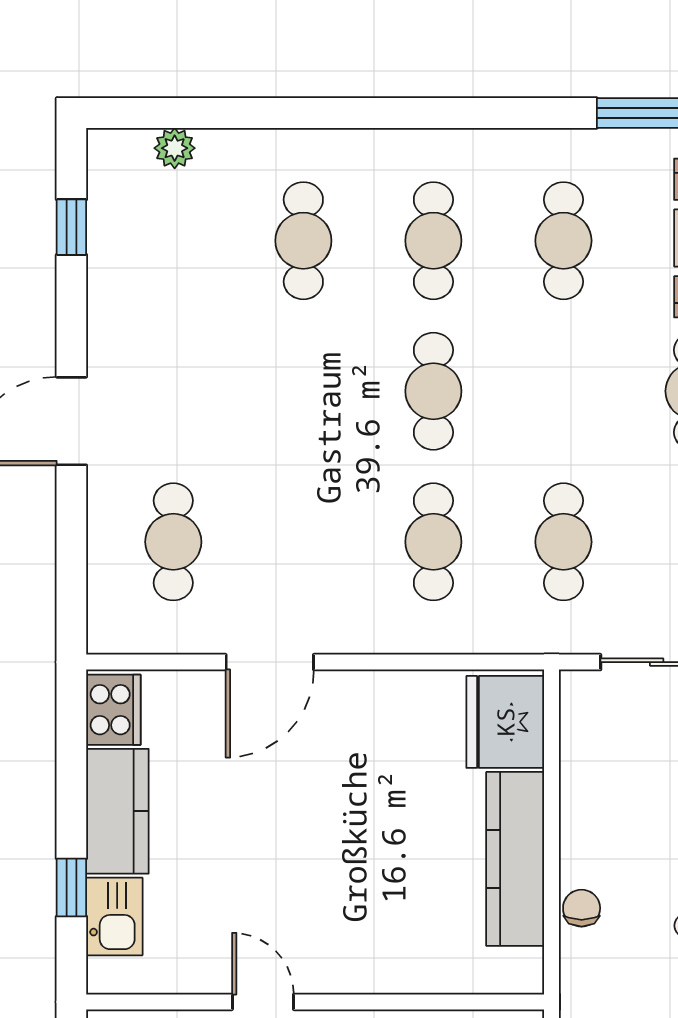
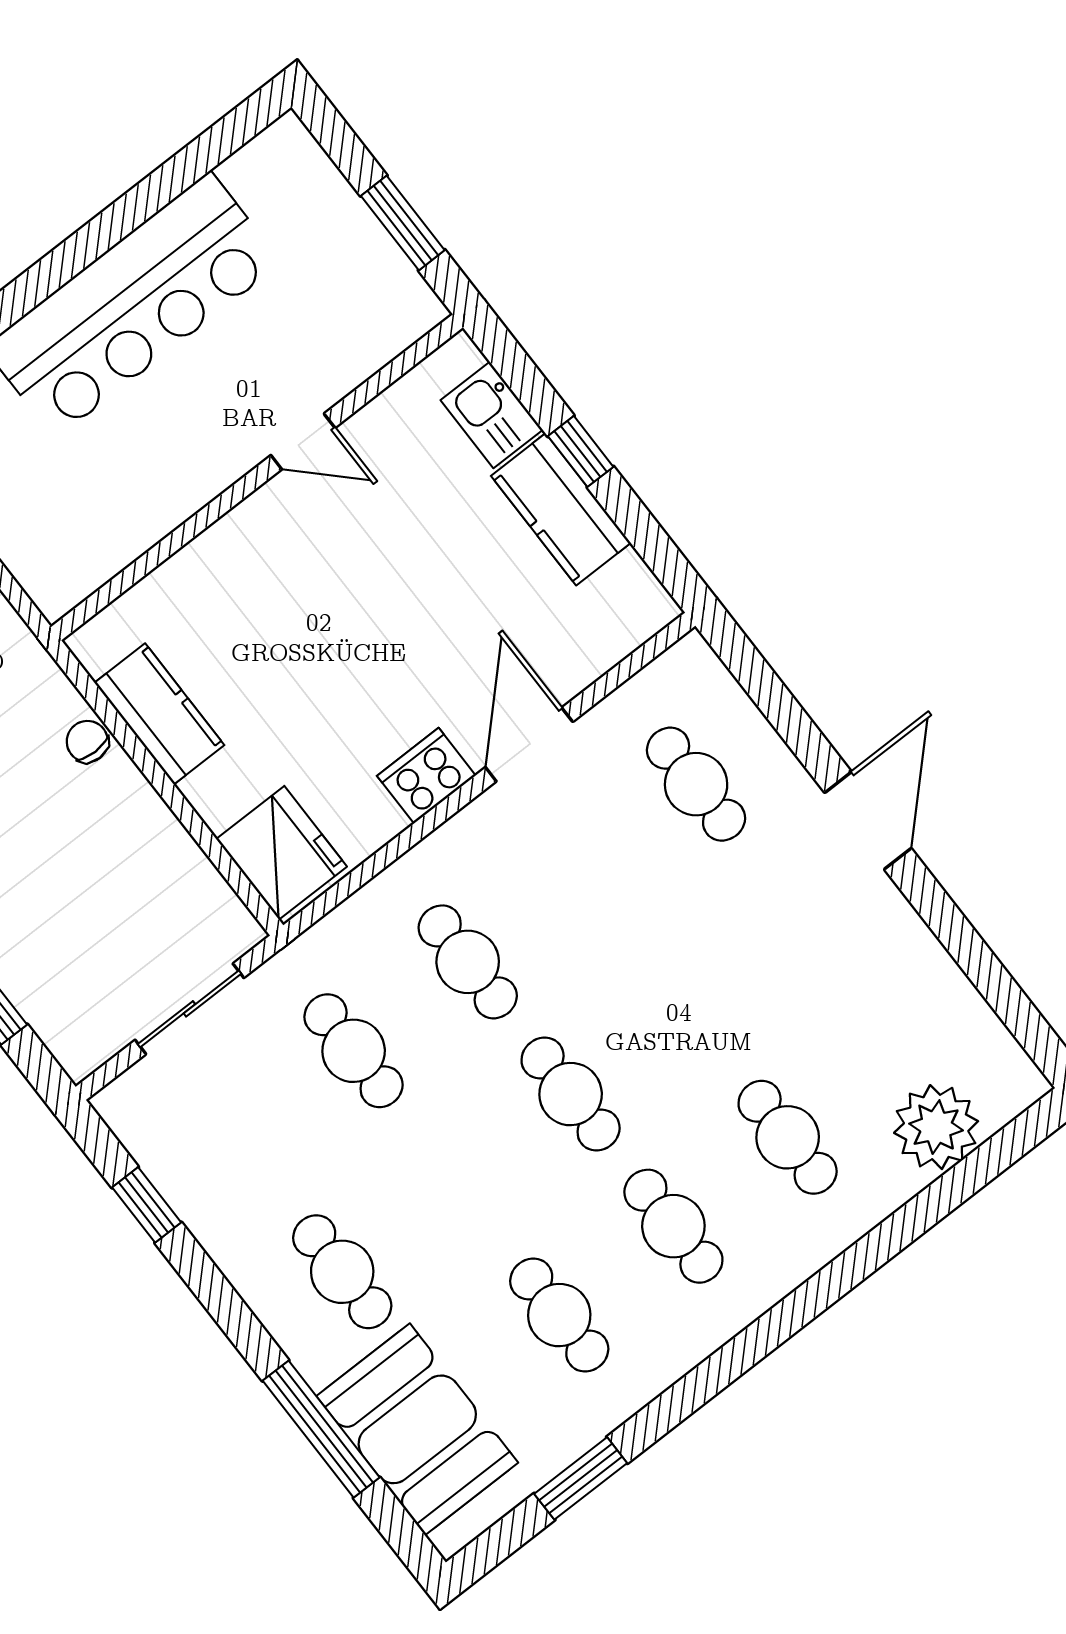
plant: (175, 148) -> (936, 1127), width x1.87, depth x1.87
window: (71, 227) -> (1000, 991), removed
cooker: (113, 710) -> (426, 776), moved, turned 90
kitchen counter: (515, 859) -> (159, 714), width x0.67
window: (71, 888) -> (581, 451), moved
chair: (582, 908) -> (87, 742), turned 180

